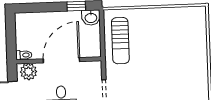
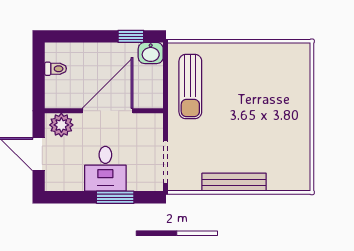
toilet: (24, 55) -> (56, 69), moved

